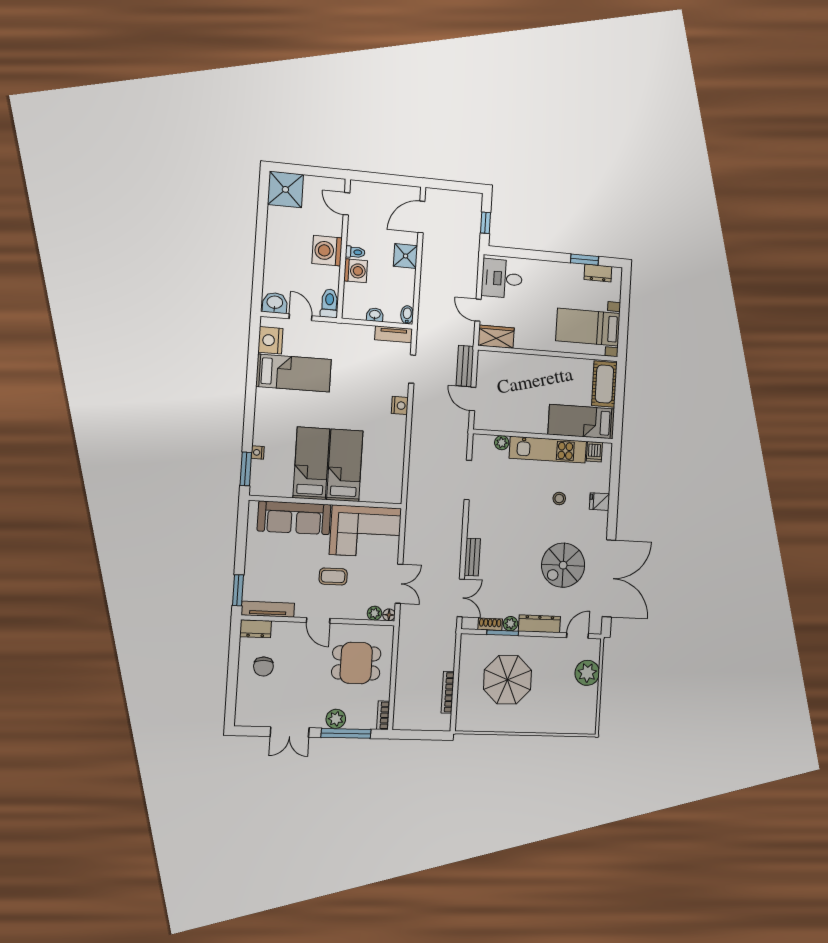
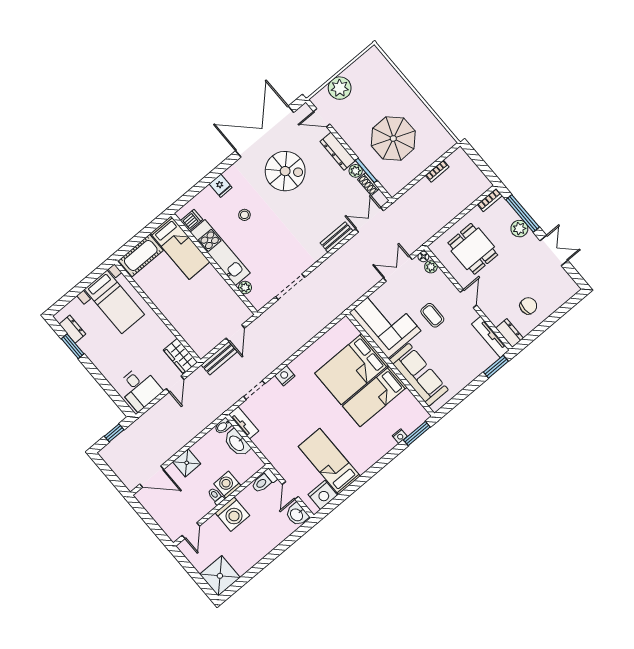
washbasin: (375, 315) -> (237, 443), width x1.91, depth x1.45
bed: (345, 465) -> (352, 369), width x1.50
bookcase: (448, 692) -> (437, 171), width x0.64

